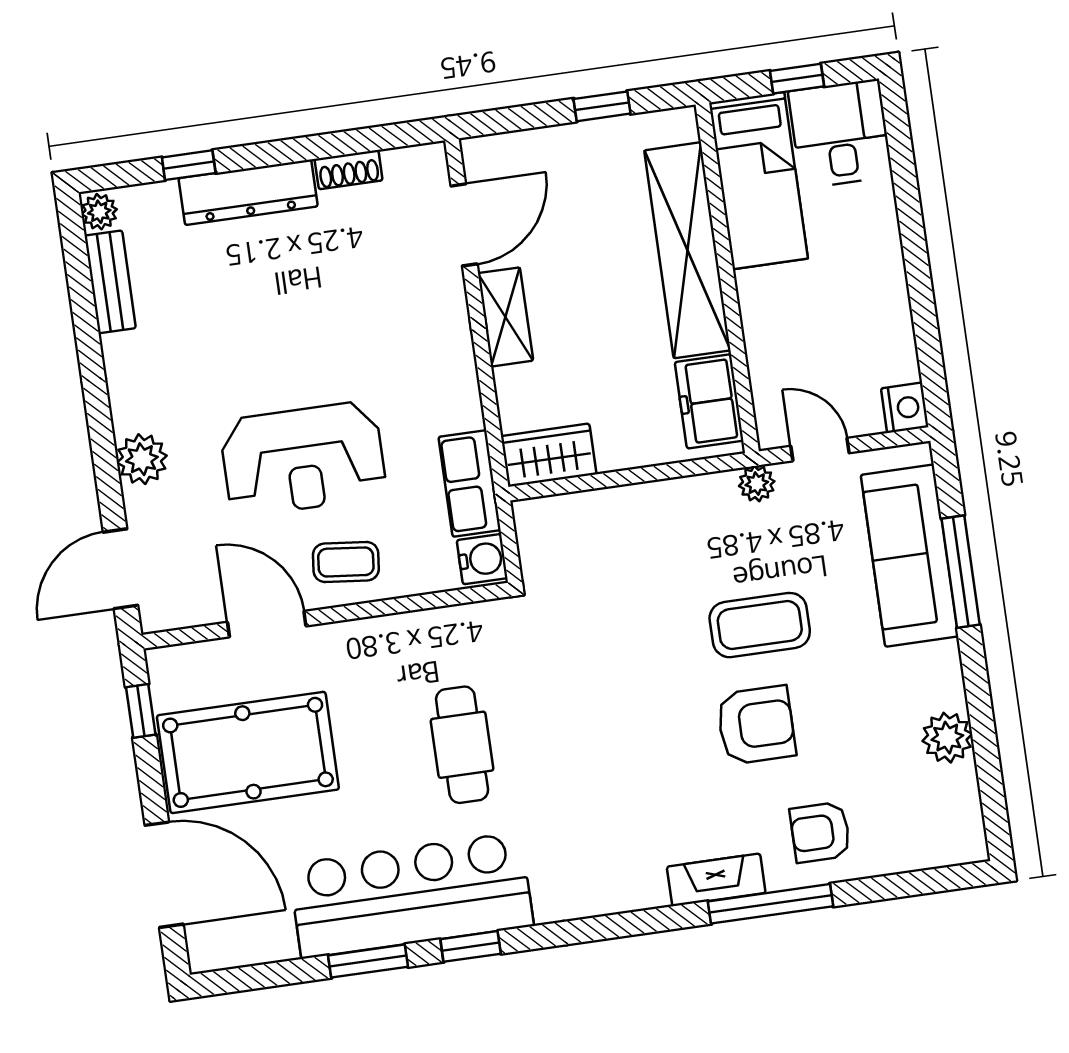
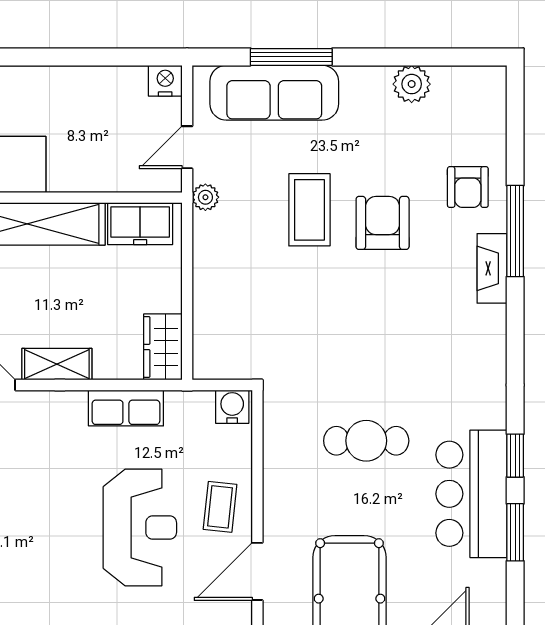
row of seats: (470, 483) -> (126, 408), moved
bar counter: (411, 895) -> (471, 494), width x0.73

